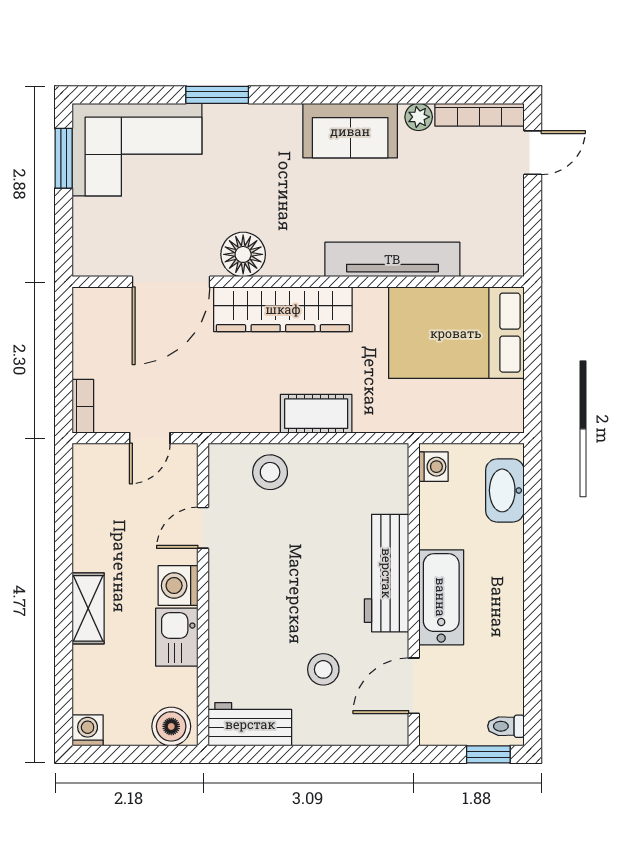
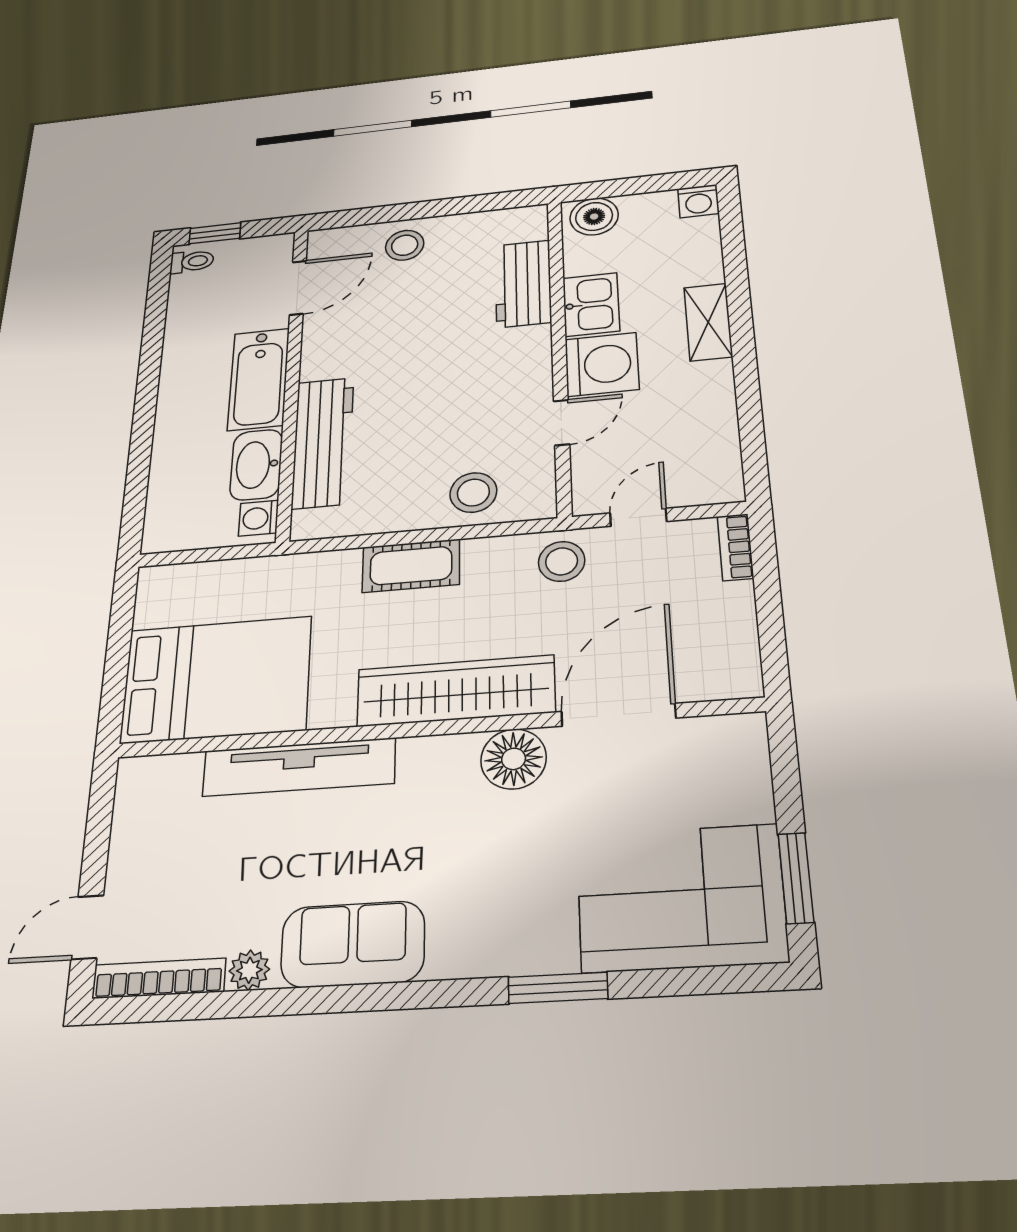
stool: (206, 407) -> (562, 561), added
washbasin: (505, 490) -> (256, 465), moved, turned 180
workbench: (387, 573) -> (323, 442), moved
washing machine: (178, 586) -> (602, 364), width x1.37, depth x1.37
stool: (323, 669) -> (405, 245), moved
workbench: (250, 724) -> (523, 284), moved, turned 90

